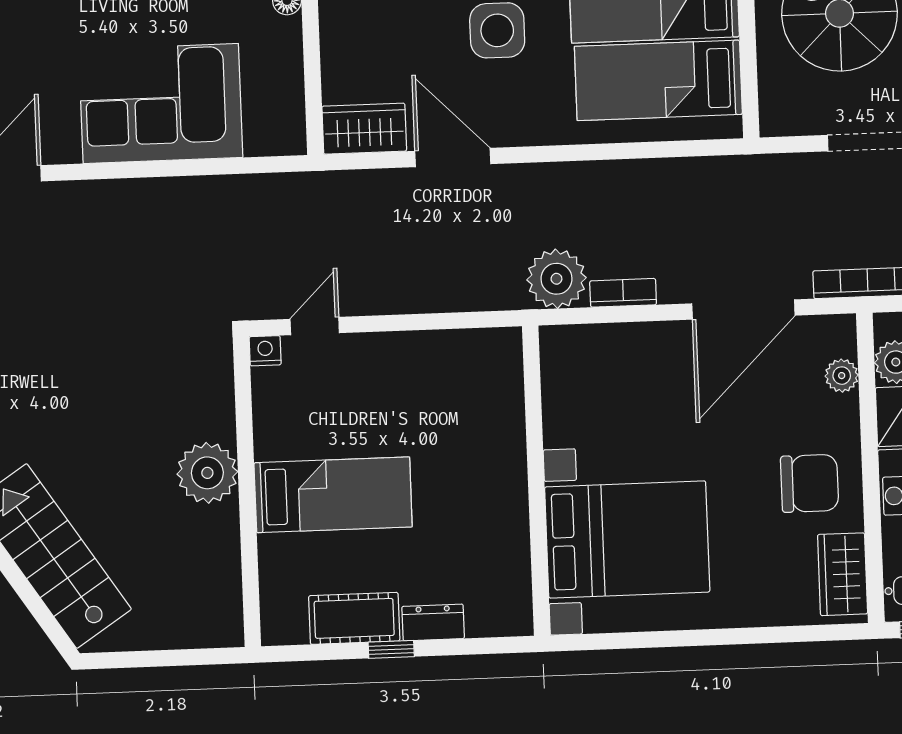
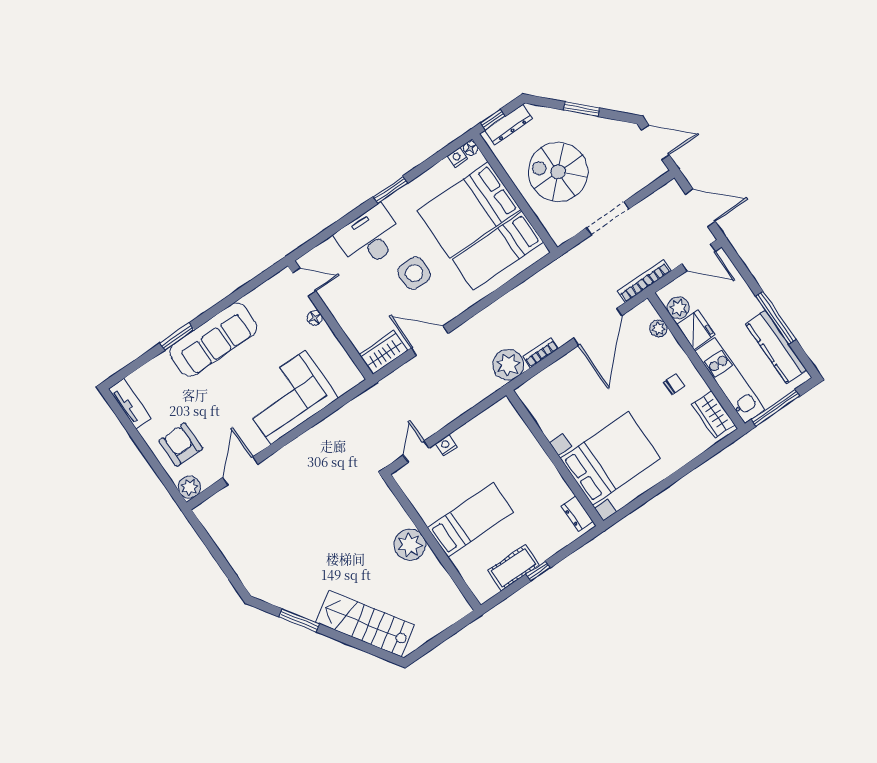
nightstand: (265, 351) -> (446, 445), moved
chair: (810, 483) -> (674, 384), width x0.54, depth x0.54
dresser: (433, 622) -> (577, 514), moved, turned -90

